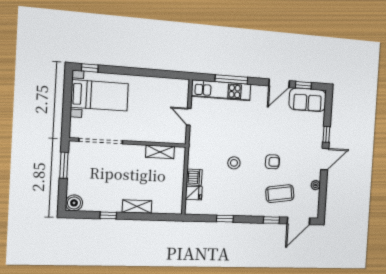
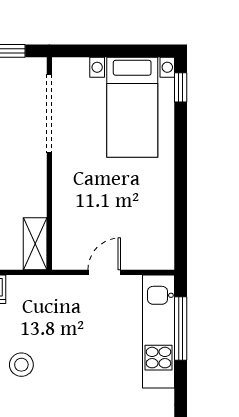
window: (231, 79) -> (181, 328), moved
shelving: (160, 152) -> (35, 244), moved

